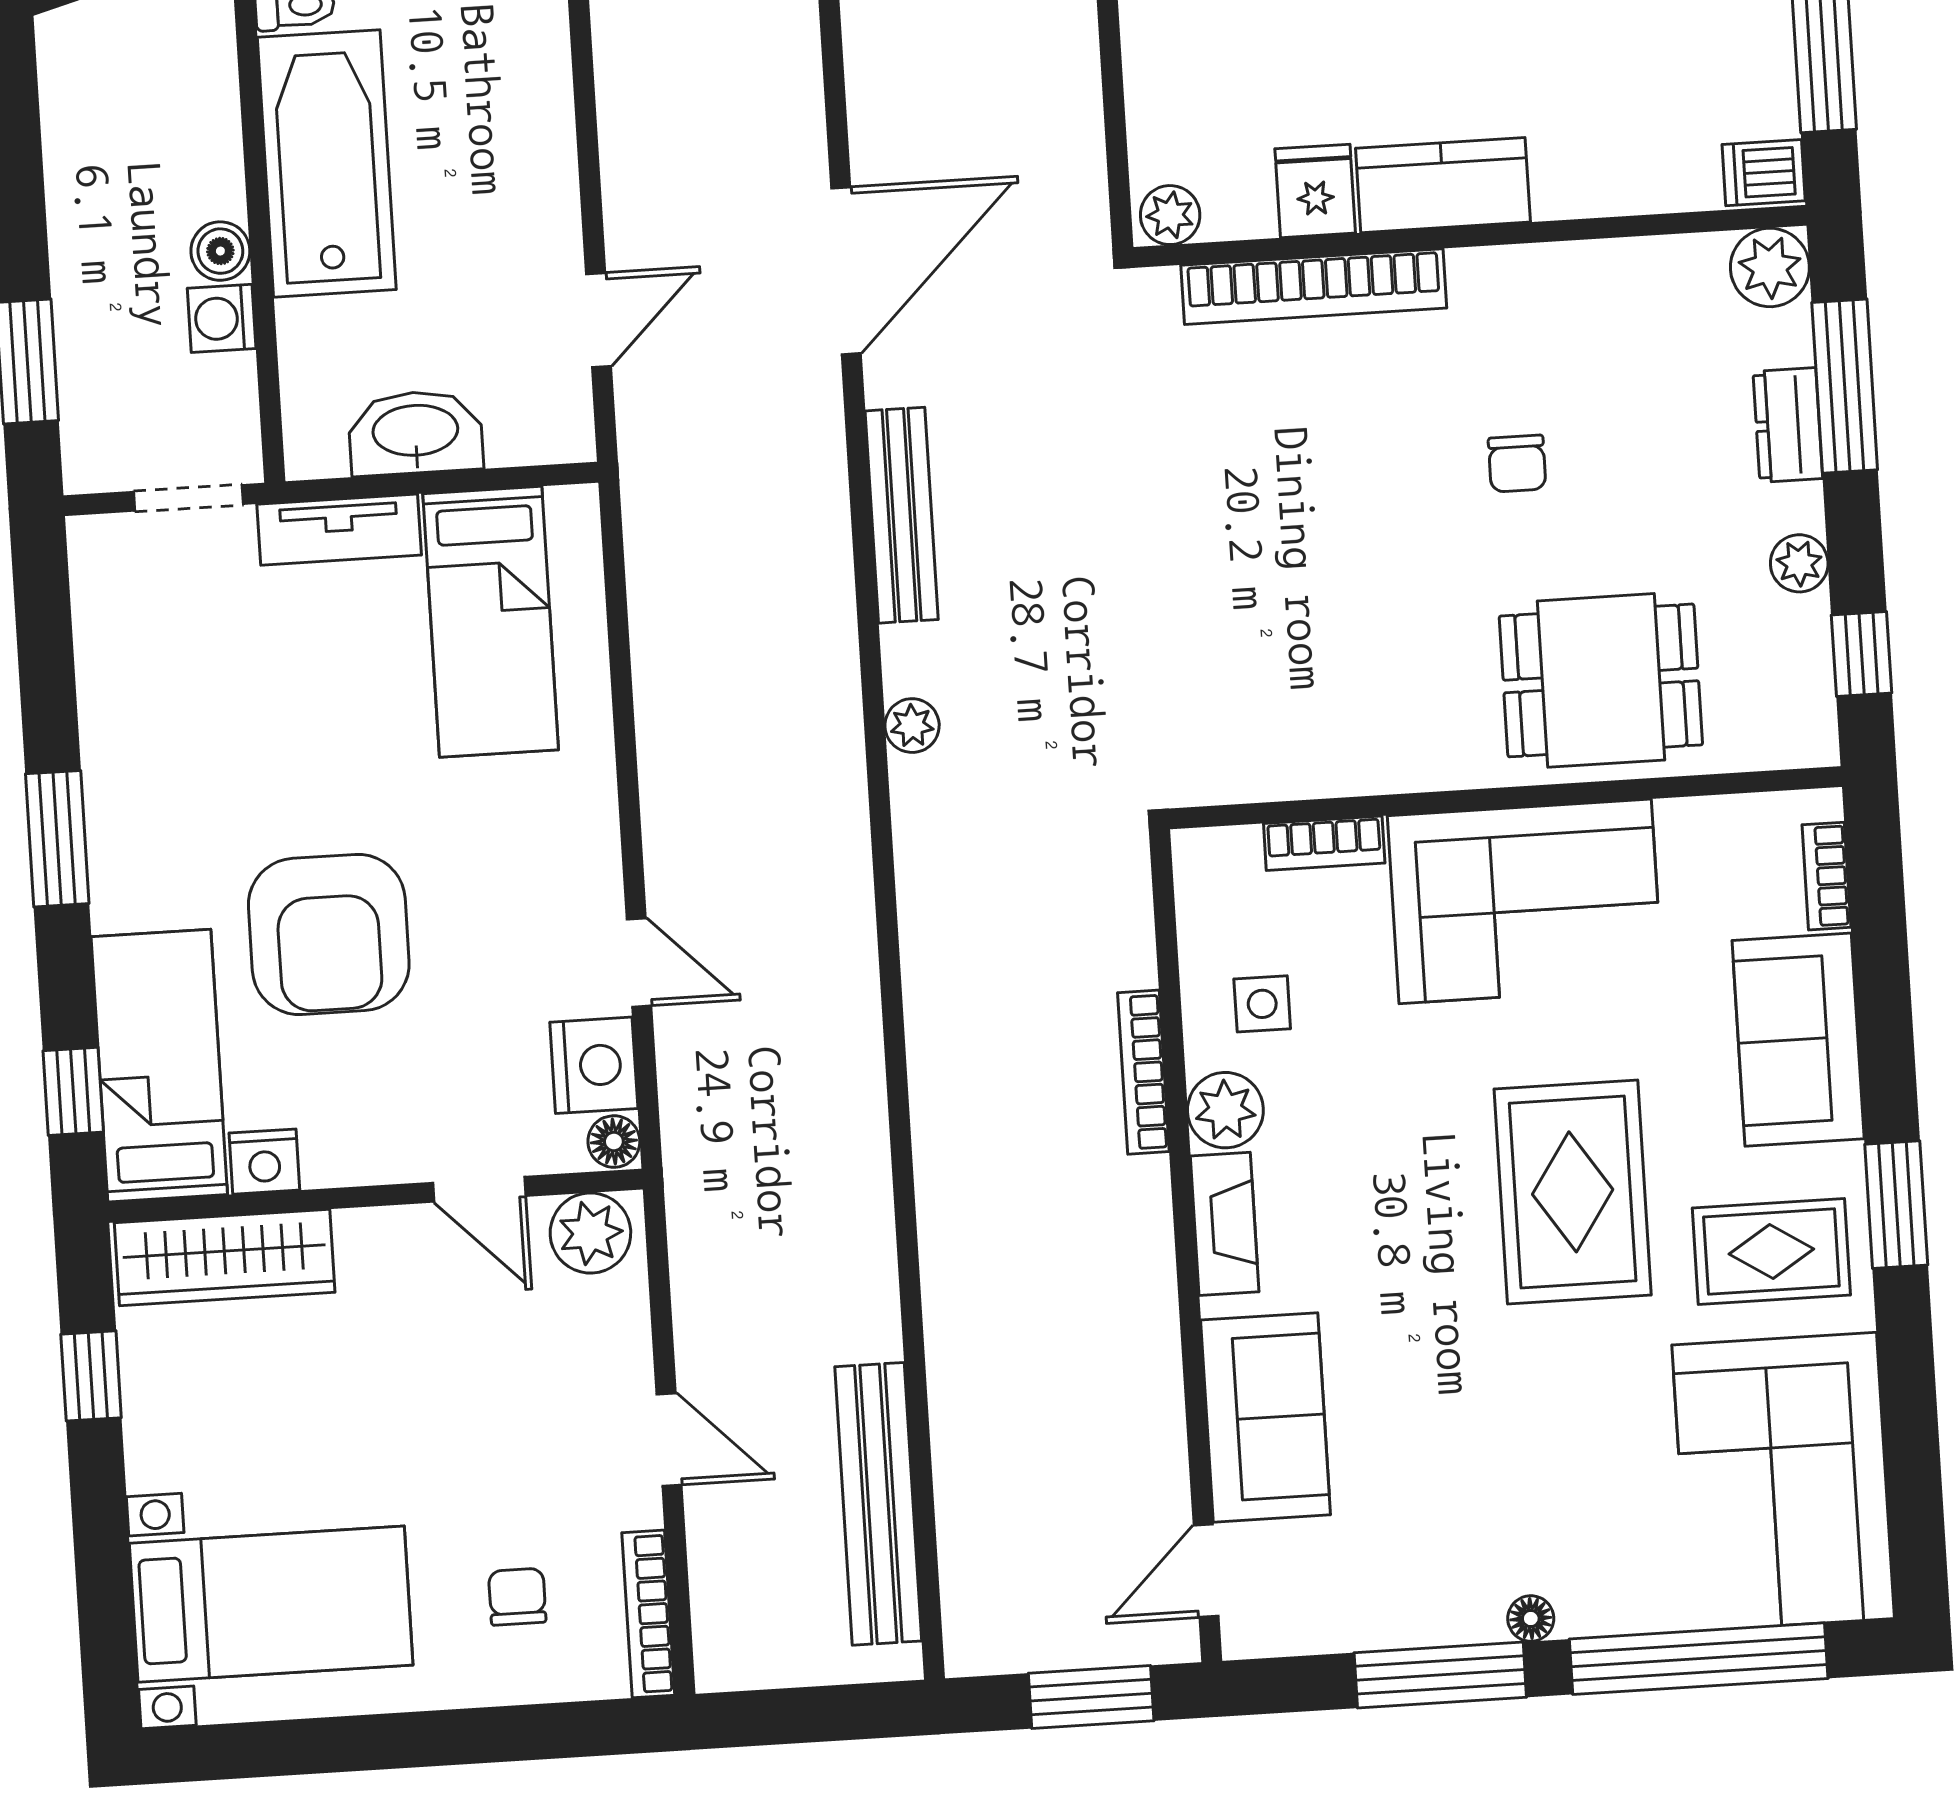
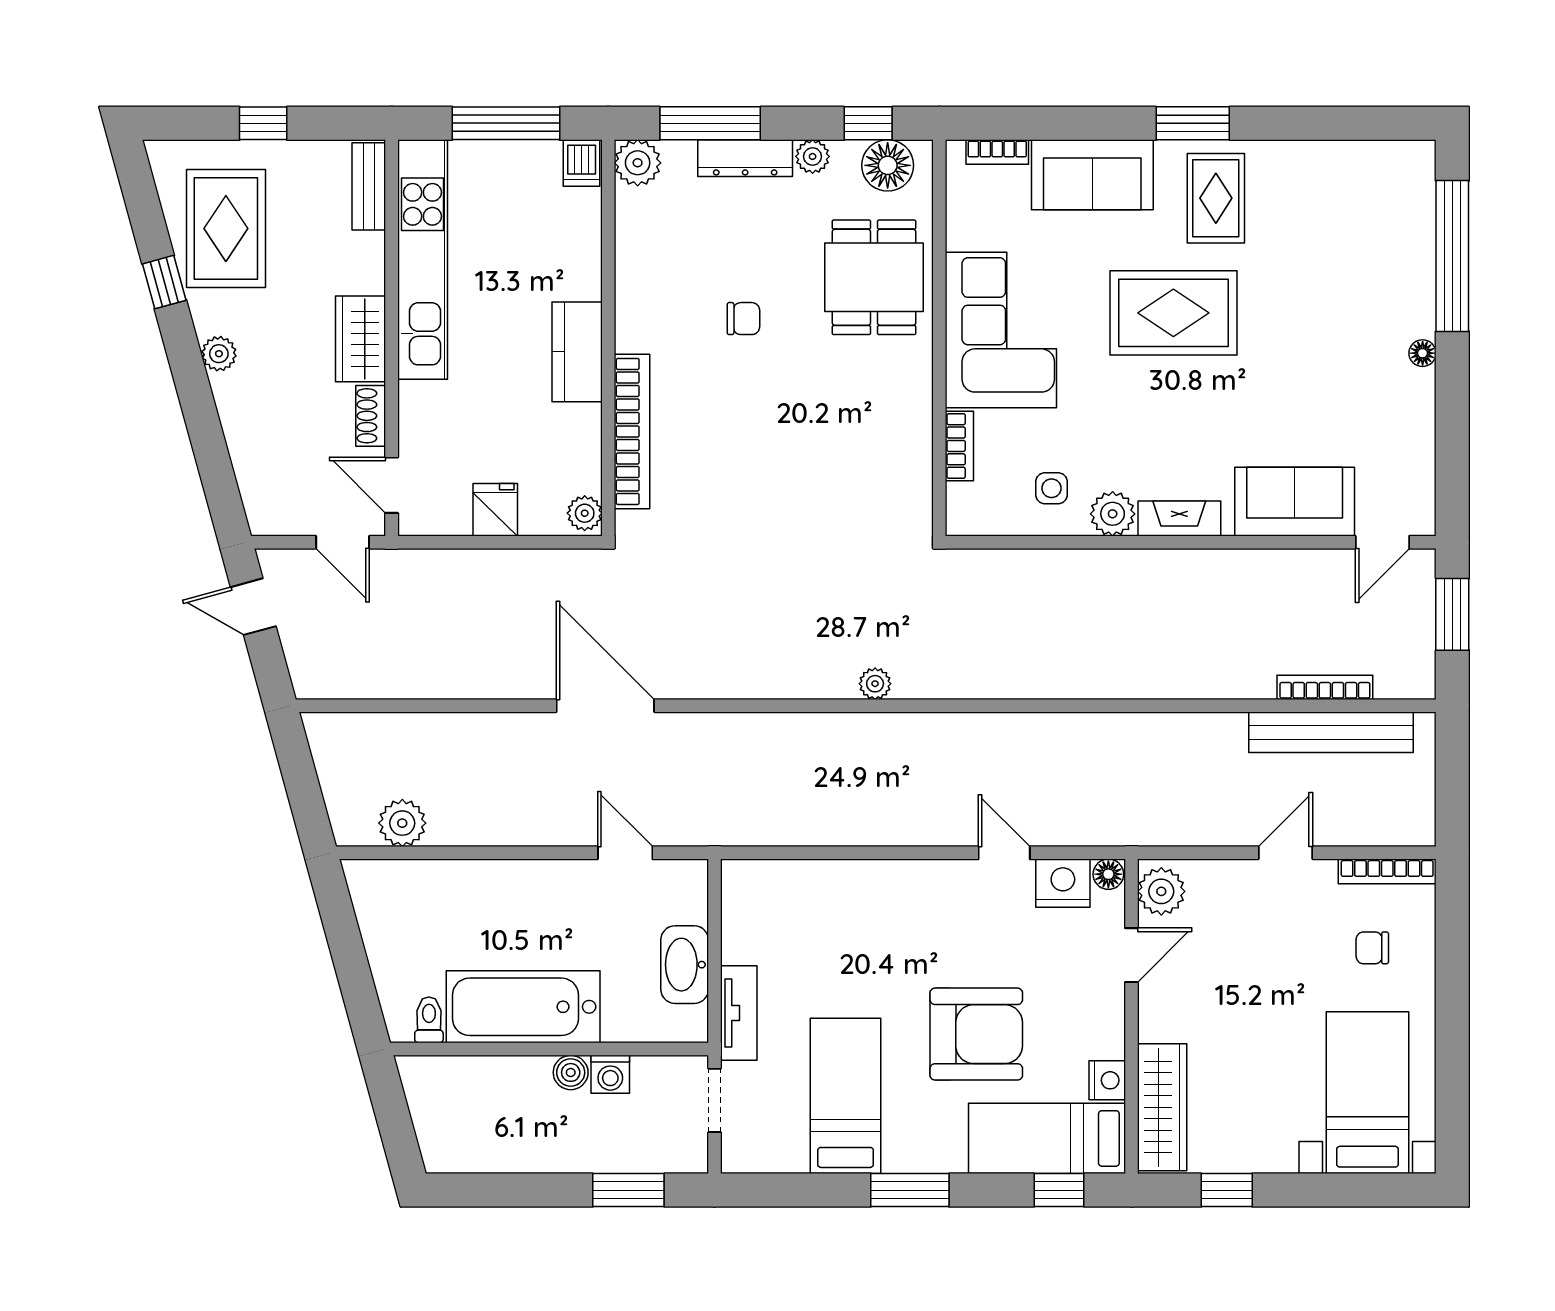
fridge: (1315, 191) -> (495, 510), moved, turned 90
dresser: (1788, 425) -> (745, 158), width x1.44
bench: (902, 515) -> (751, 682), removed
bed: (491, 622) -> (846, 1096), moved, turned -90
floor lamp: (1792, 692) -> (888, 165), added
door: (639, 962) -> (1004, 853), hinge flipped
bookcase: (1143, 1072) -> (1325, 687), moved, turned 180
corner sofa: (1783, 1482) -> (1352, 200), removed
door: (1206, 1571) -> (1382, 542), hinge flipped
window: (1440, 1675) -> (1452, 408), removed

